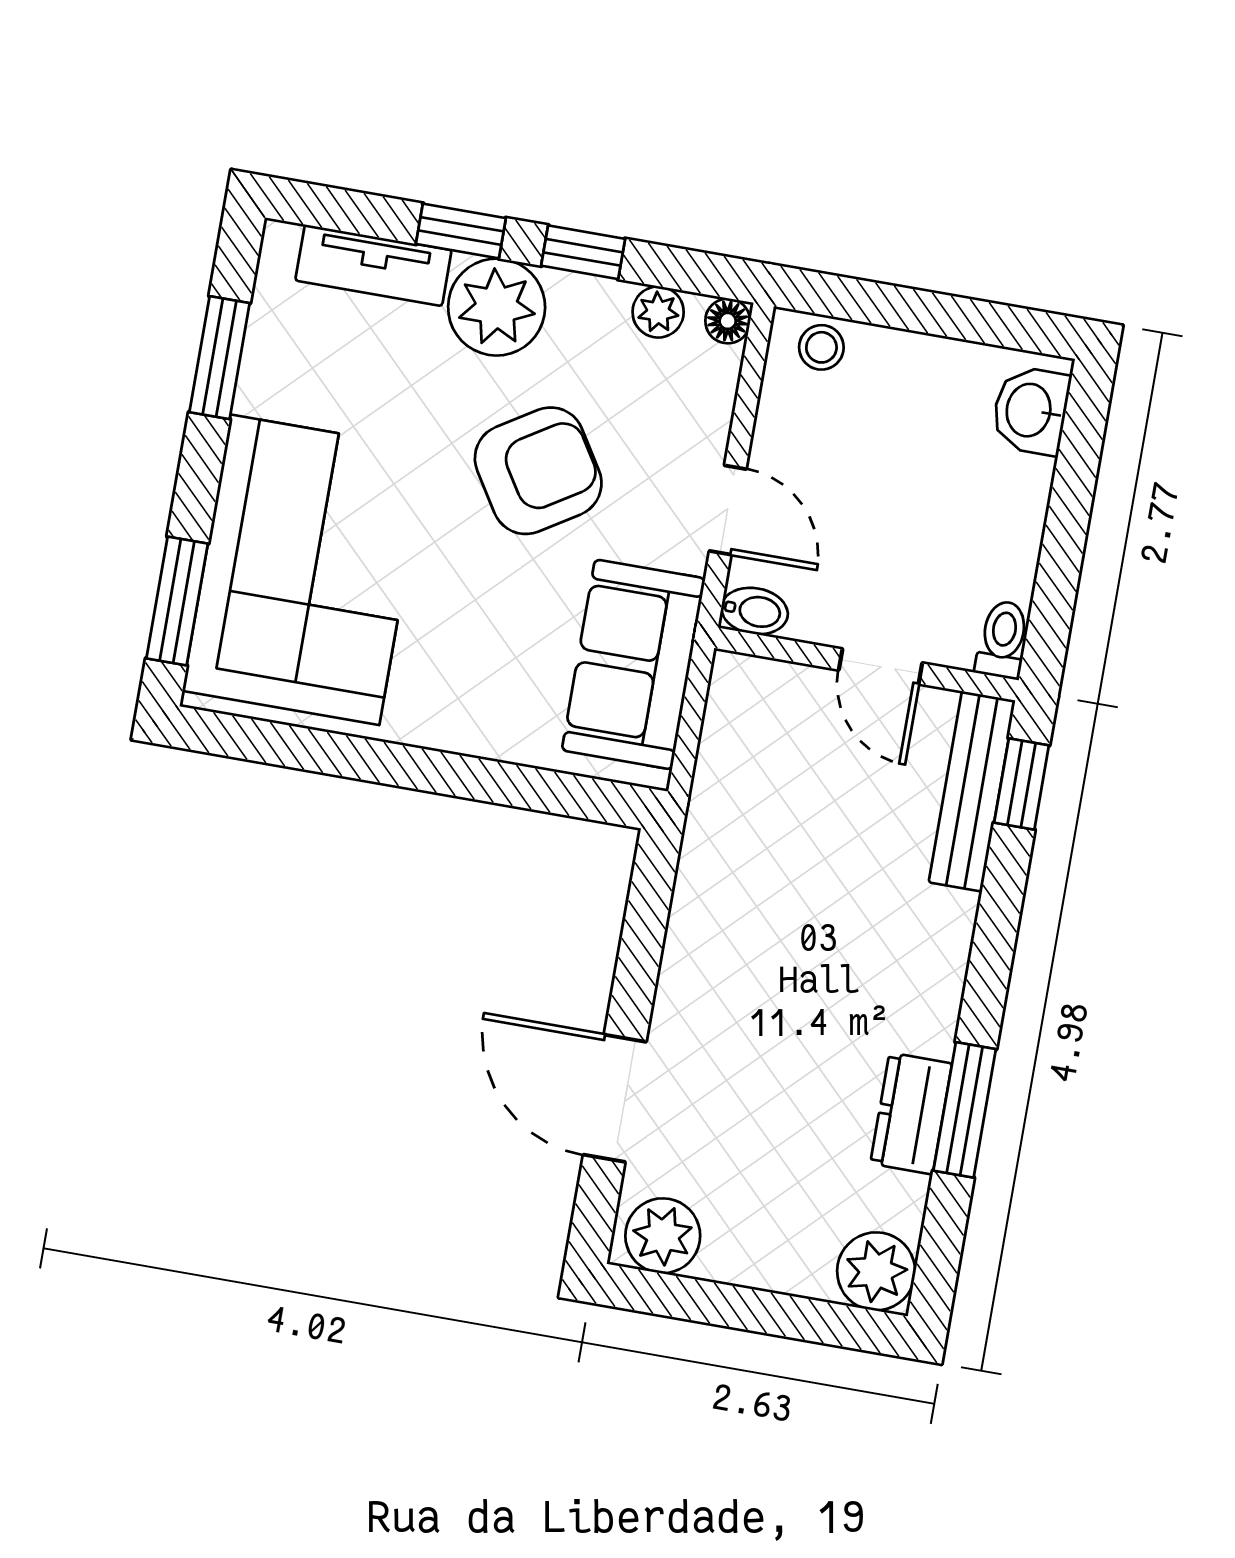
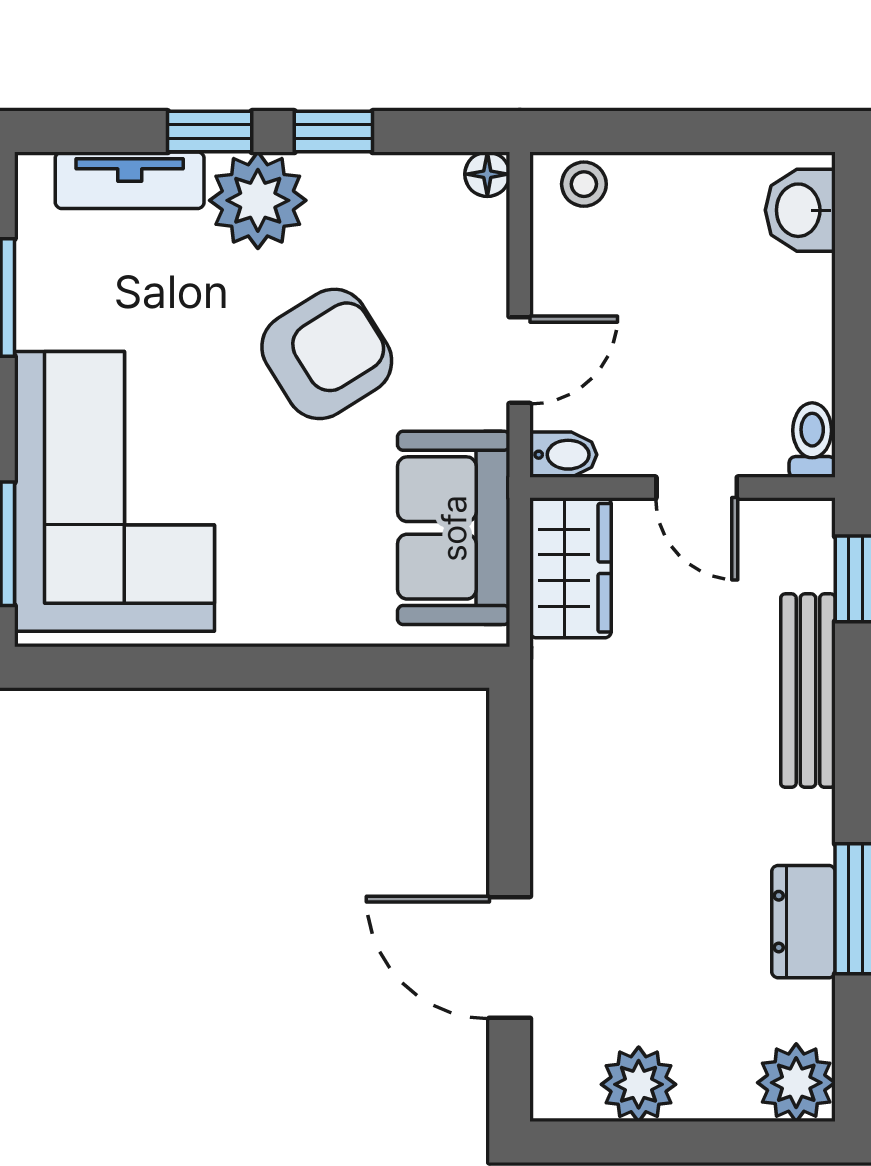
plant: (658, 312) -> (417, 177), removed
door: (728, 510) -> (520, 360), hinge flipped
wardrobe: (742, 724) -> (571, 568), added
bench: (972, 791) -> (808, 691), moved
plant: (663, 1236) -> (639, 1084), moved

